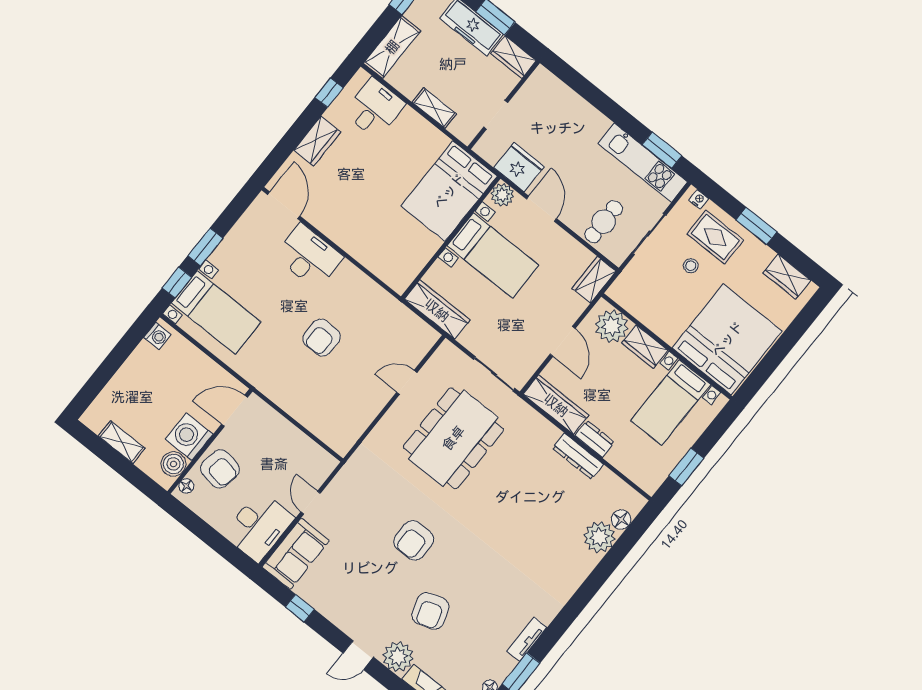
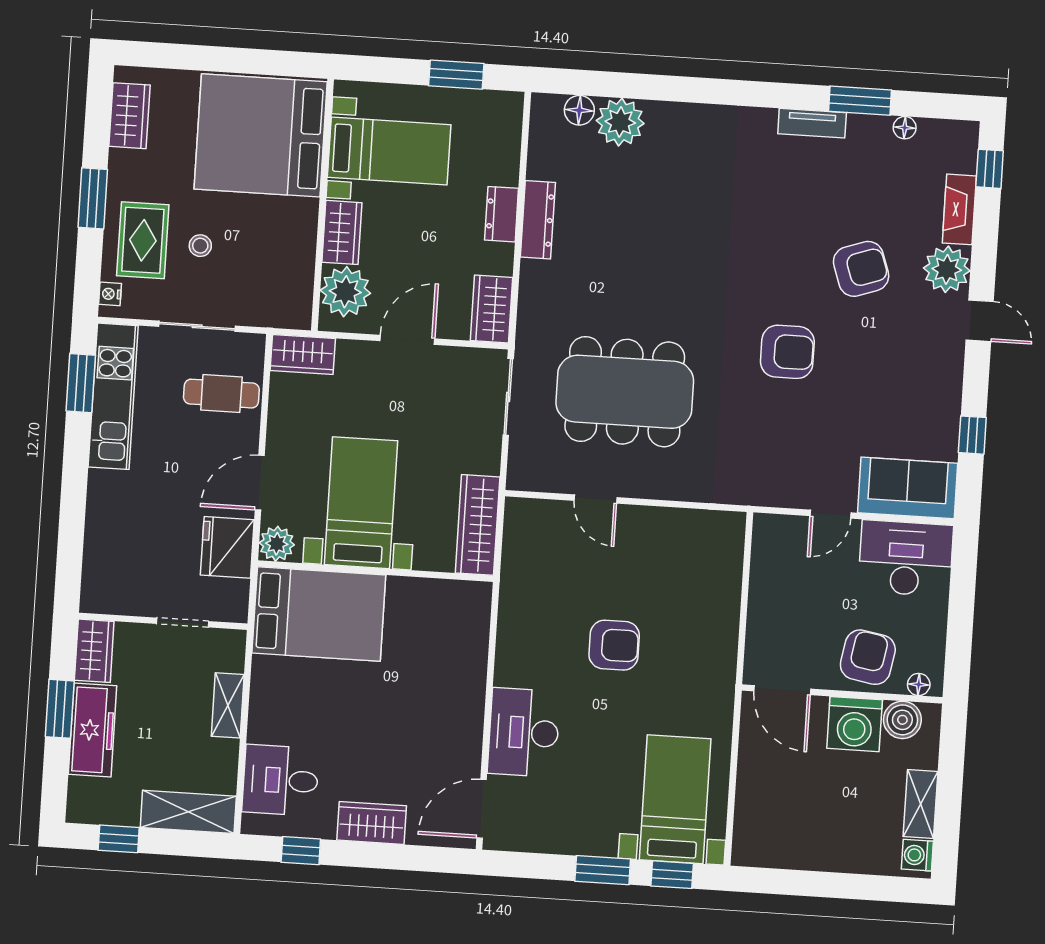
washing machine: (157, 336) -> (917, 855), moved, turned -90
wardrobe: (556, 405) -> (492, 309), width x0.67

